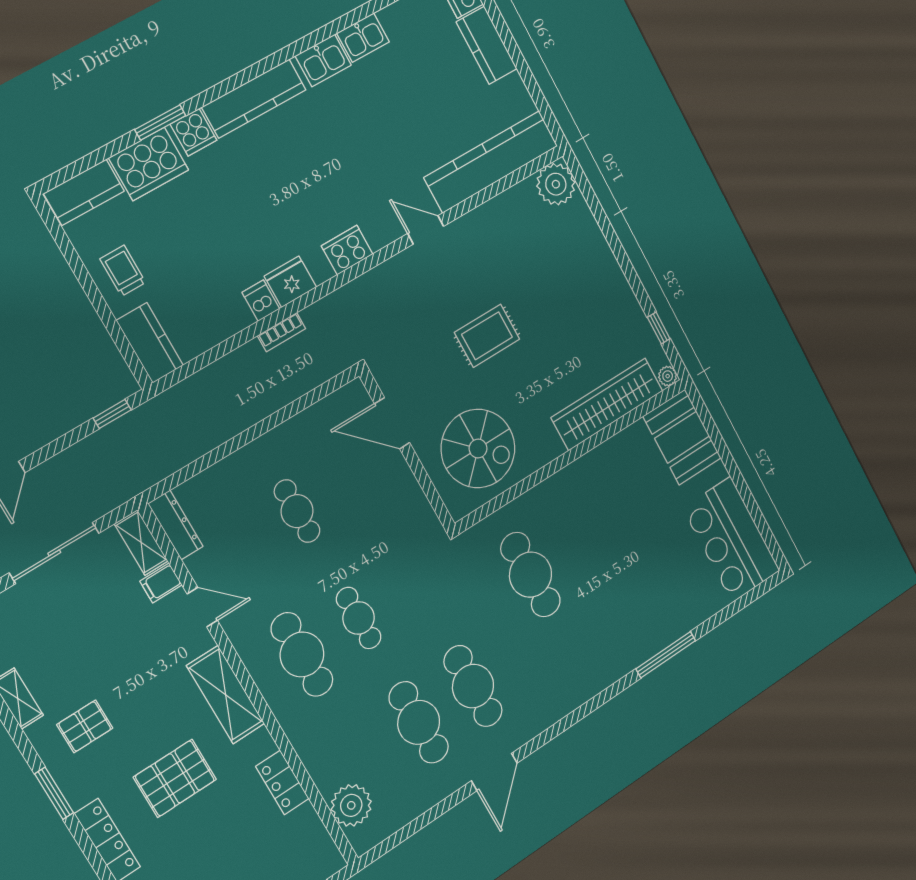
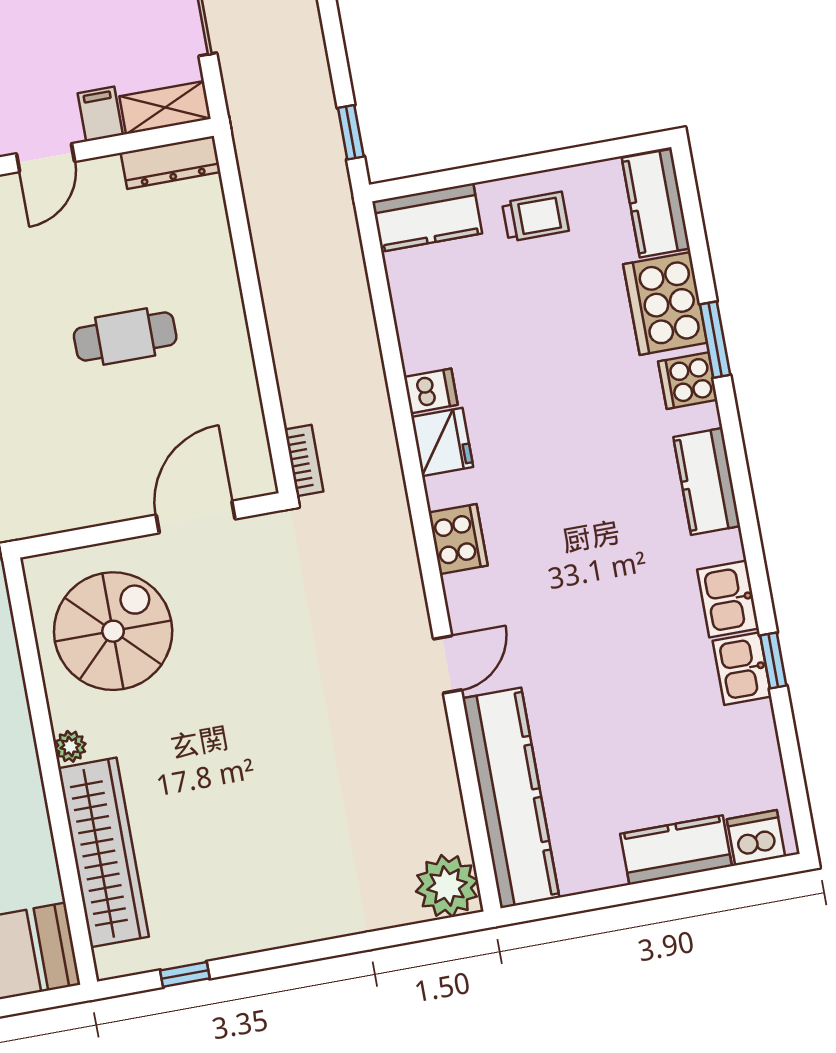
window: (351, 18) -> (773, 661), added
kitchen counter: (254, 98) -> (707, 481), width x0.67
bookcase: (282, 332) -> (304, 461), moved, turned 180
rug: (487, 336) -> (268, 702), removed
plant: (668, 376) -> (70, 746), moved
spiral stairs: (478, 449) -> (113, 631), turned 180

